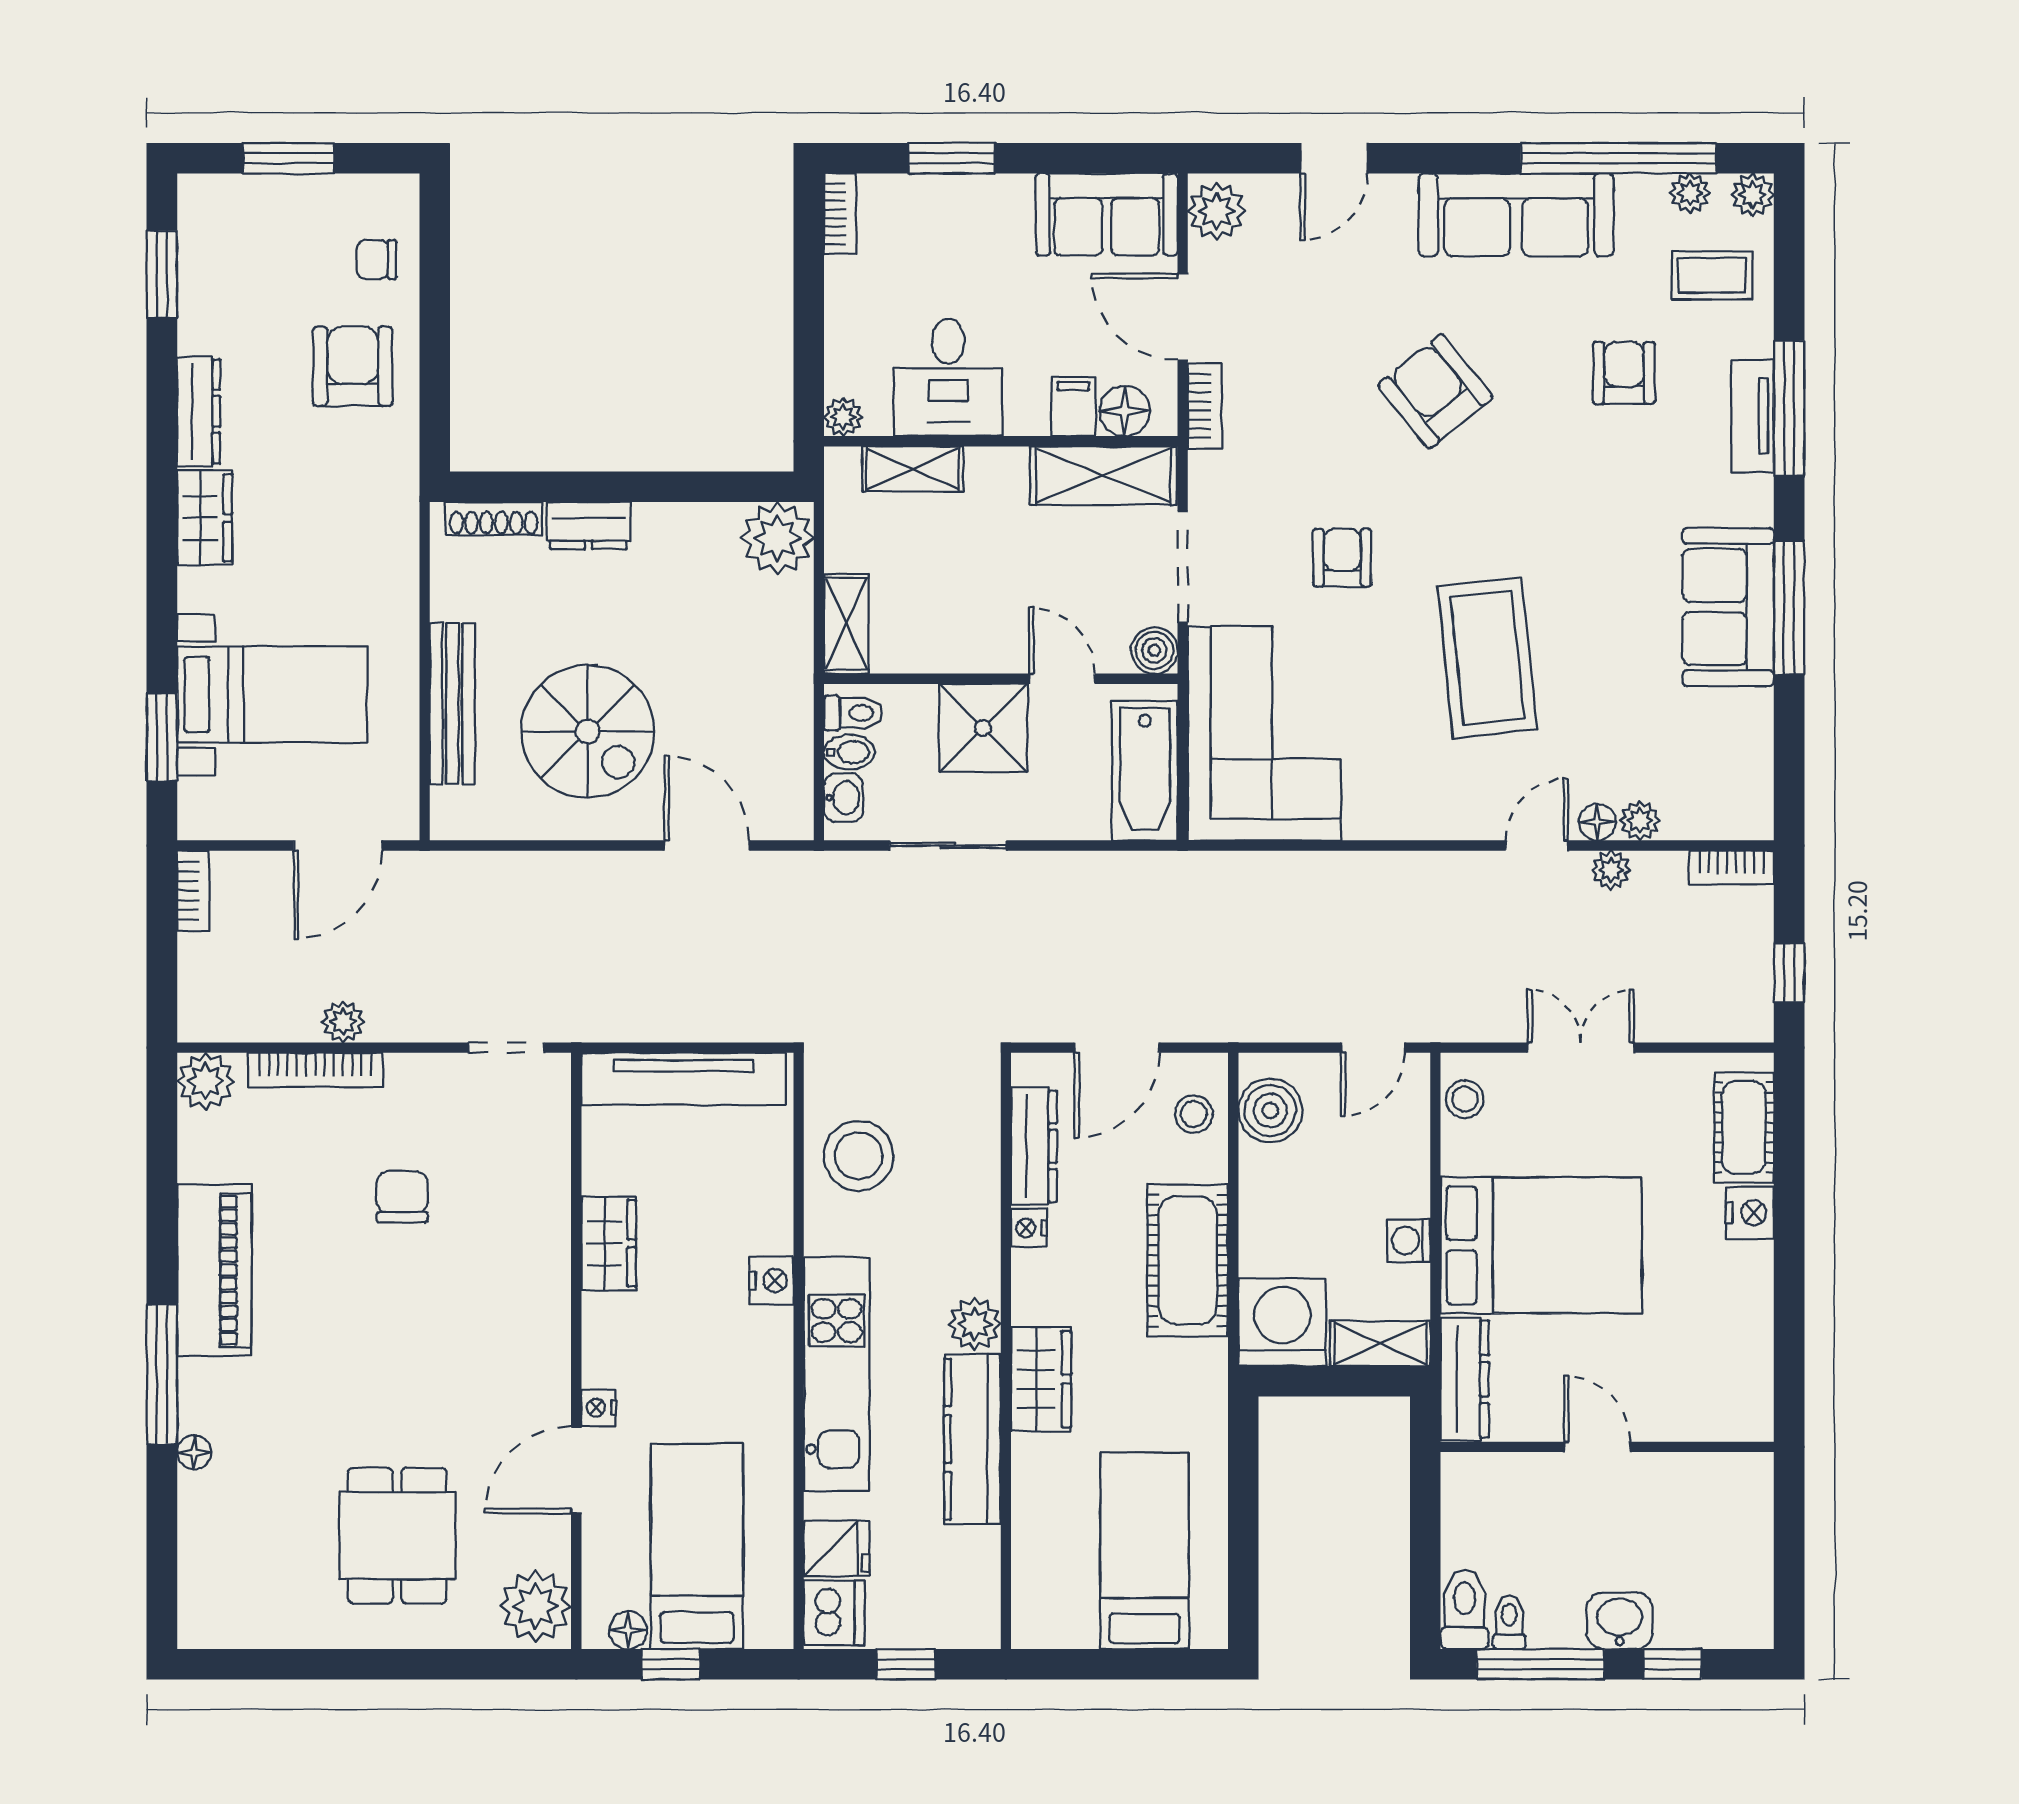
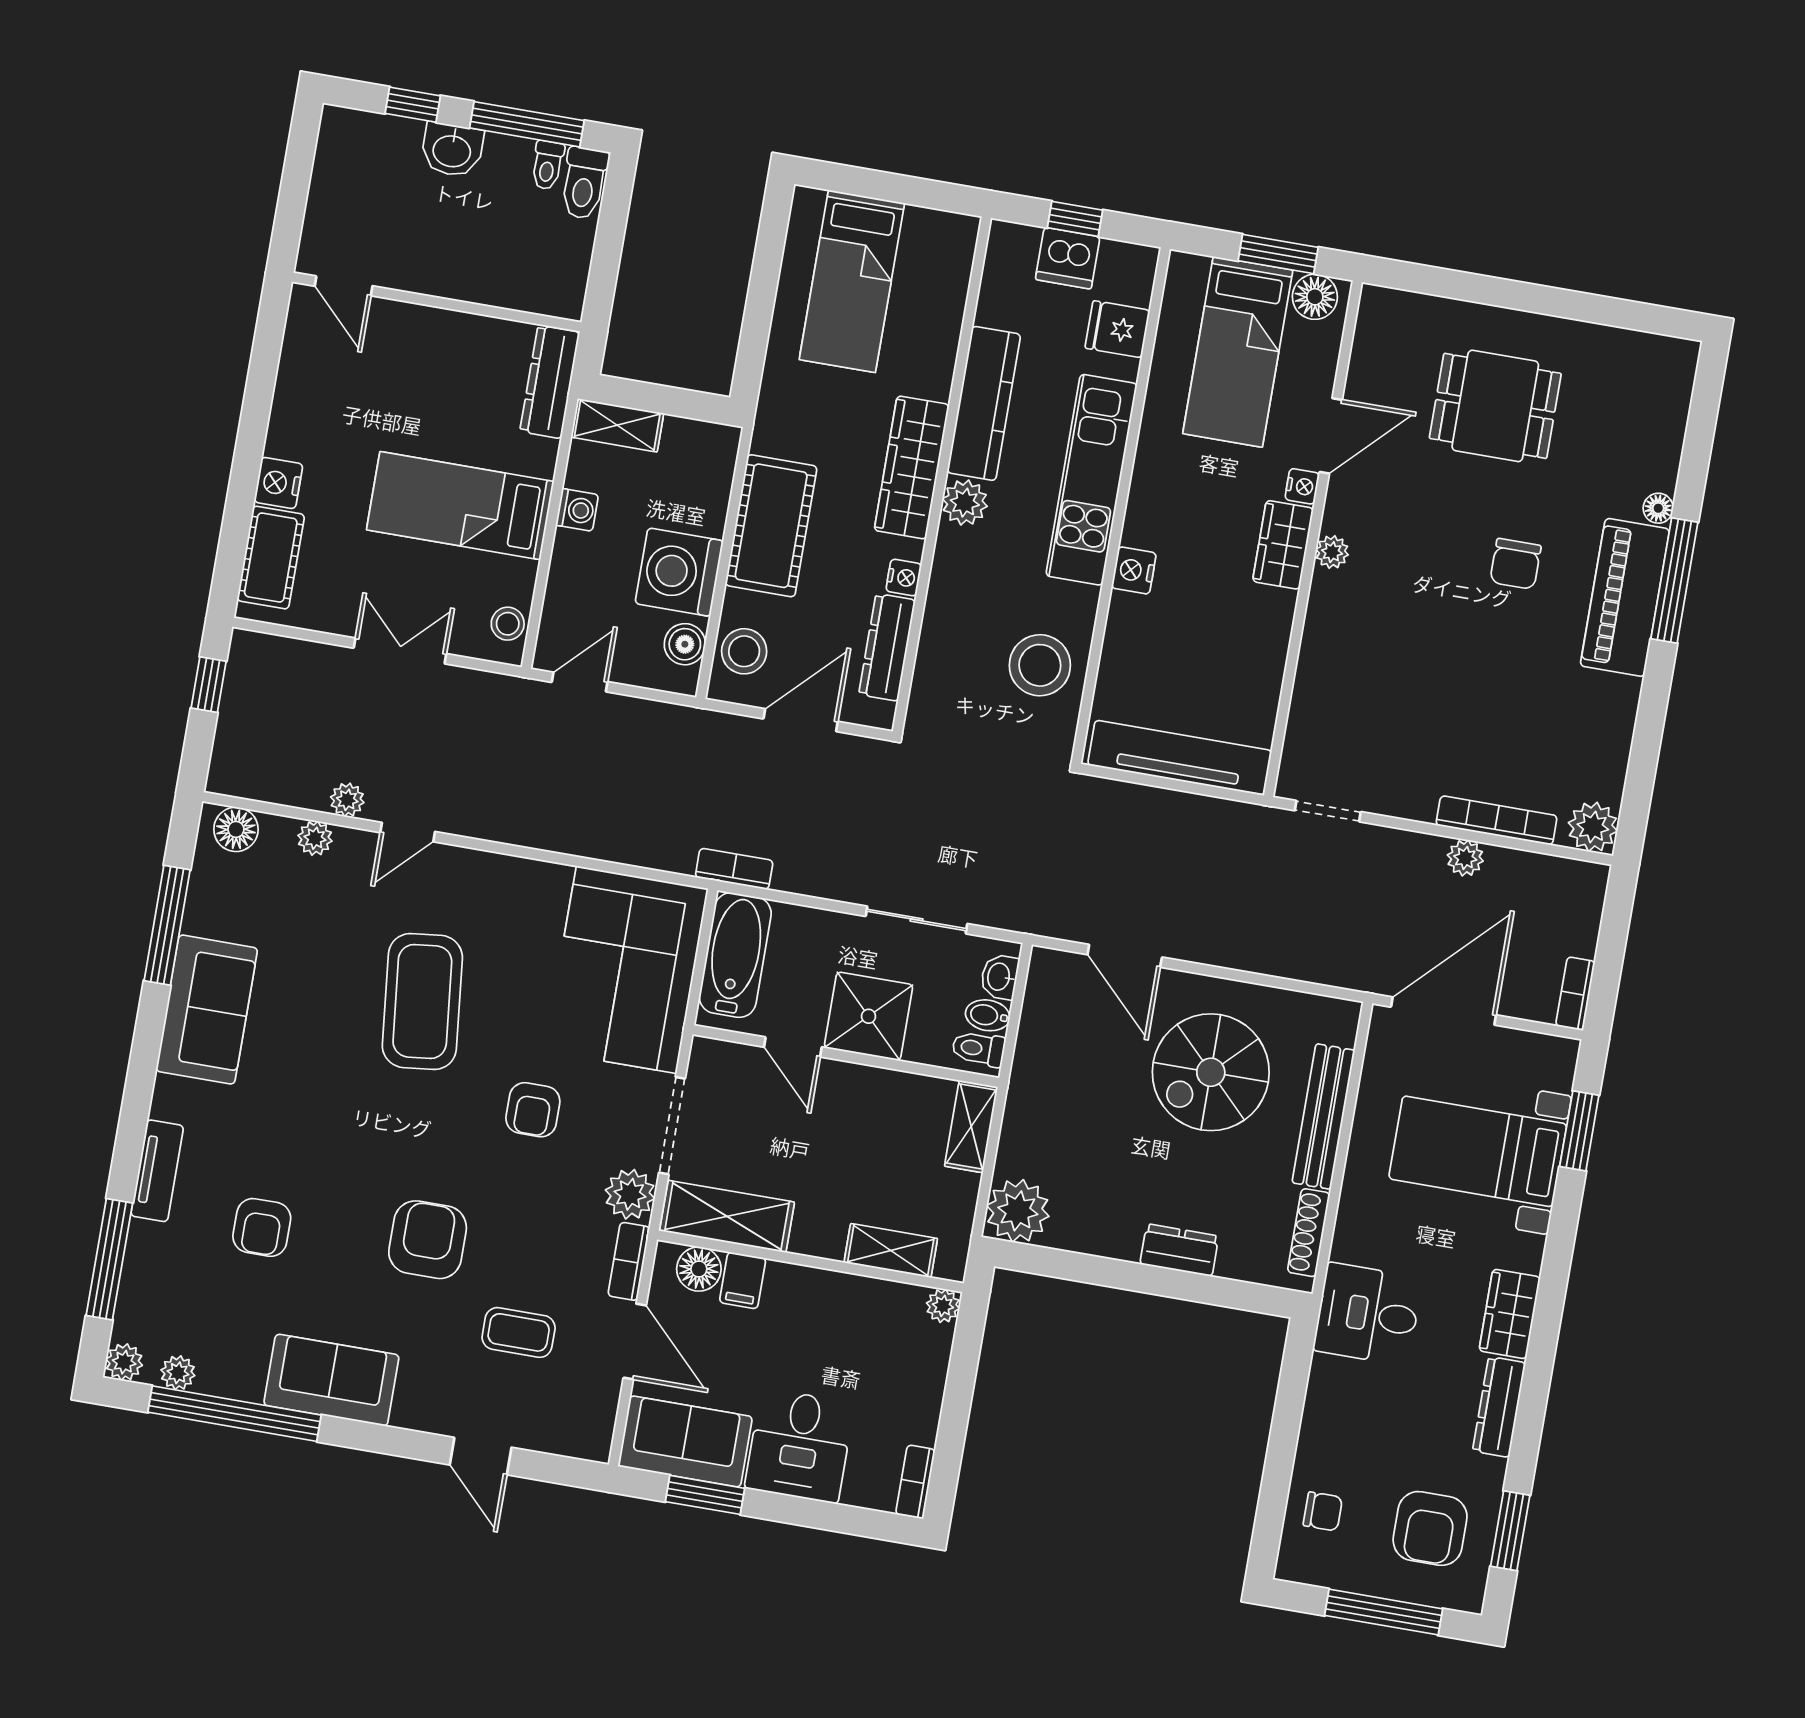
window: (289, 158) -> (1384, 1612), width x1.44
window: (952, 158) -> (705, 1495), moved
door: (1334, 158) -> (481, 1456), swing flipped
plant: (1217, 211) -> (630, 1194), moved
sofa: (1516, 215) -> (331, 1380), width x0.73
coffee table: (1712, 275) -> (519, 1332), moved
armchair: (353, 366) -> (1430, 1528), moved
desk: (948, 378) -> (800, 1446), moved, turned 180
armchair: (1435, 391) -> (428, 1240), turned -141
window: (1789, 408) -> (109, 1259), moved
desk: (364, 490) -> (1368, 1314), added
shoe rack: (494, 518) -> (1309, 1233), moved, turned -90
window: (1789, 608) -> (167, 925), moved
boiler: (1154, 650) -> (709, 1058), removed
spiral stairs: (588, 731) -> (1211, 1072), turned -90
floor lamp: (1597, 822) -> (236, 829), moved, width x1.37, depth x1.37
door: (338, 846) -> (1443, 1011), width x1.36
bookcase: (1731, 868) -> (734, 869), moved
double door: (1581, 1048) -> (400, 651), swing flipped
boiler: (1270, 1110) -> (685, 644), width x0.73, depth x0.73
stool: (1194, 1114) -> (744, 651), width x1.37, depth x1.37
chair: (402, 1197) -> (1516, 564), moved
wardrobe: (609, 1243) -> (1283, 545), moved
bed: (1541, 1245) -> (460, 506), width x0.67
piano: (214, 1270) -> (1625, 597), moved
washing machine: (1282, 1322) -> (679, 572), moved, turned 90
wardrobe: (1041, 1379) -> (912, 467), width x1.50
door: (1597, 1447) -> (344, 286), moved
dining table: (397, 1536) -> (1495, 406), turned 90
plant: (536, 1606) -> (1332, 552), moved, width x0.53, depth x0.53
dishwasher: (834, 1613) -> (1068, 258), moved, turned -90
floor lamp: (628, 1630) -> (1315, 297), width x1.37, depth x1.37
window: (671, 1664) -> (1278, 254), width x1.50

